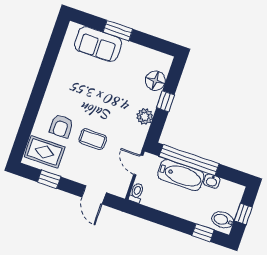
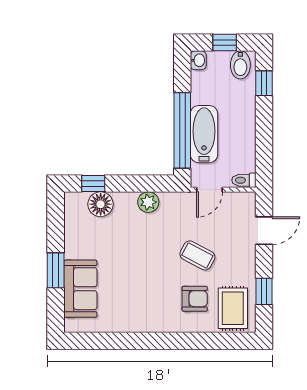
window: (165, 101) -> (93, 183), moved
coffee table: (93, 139) -> (197, 255), turned -62
washbasin: (212, 181) -> (198, 60), moved

